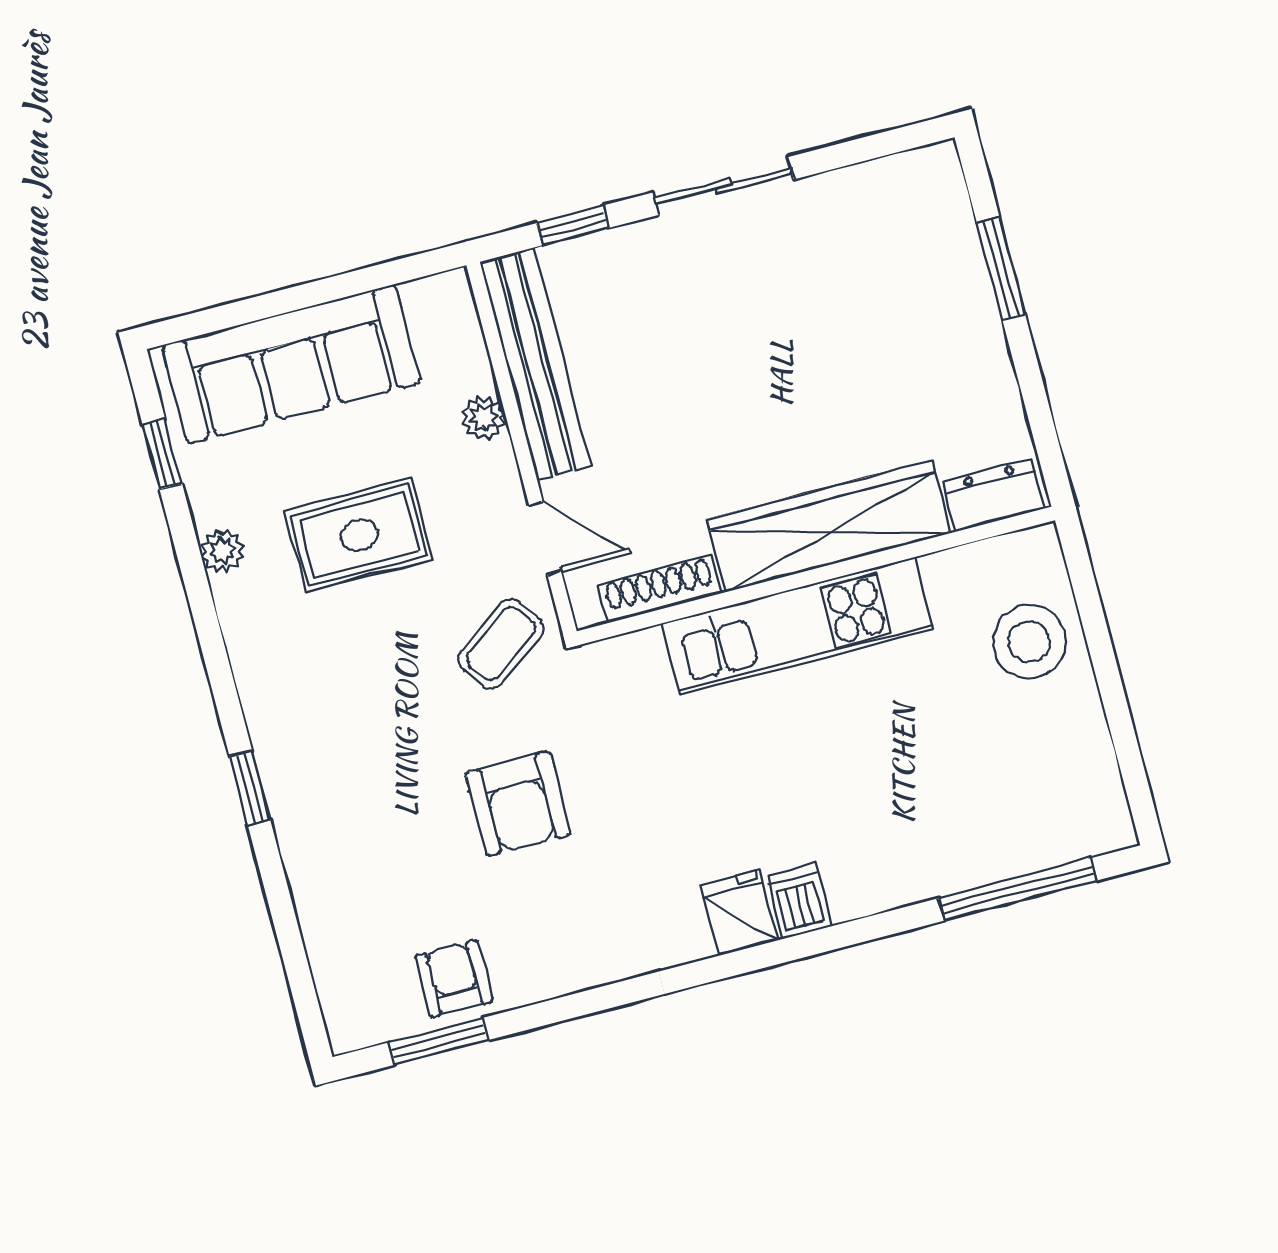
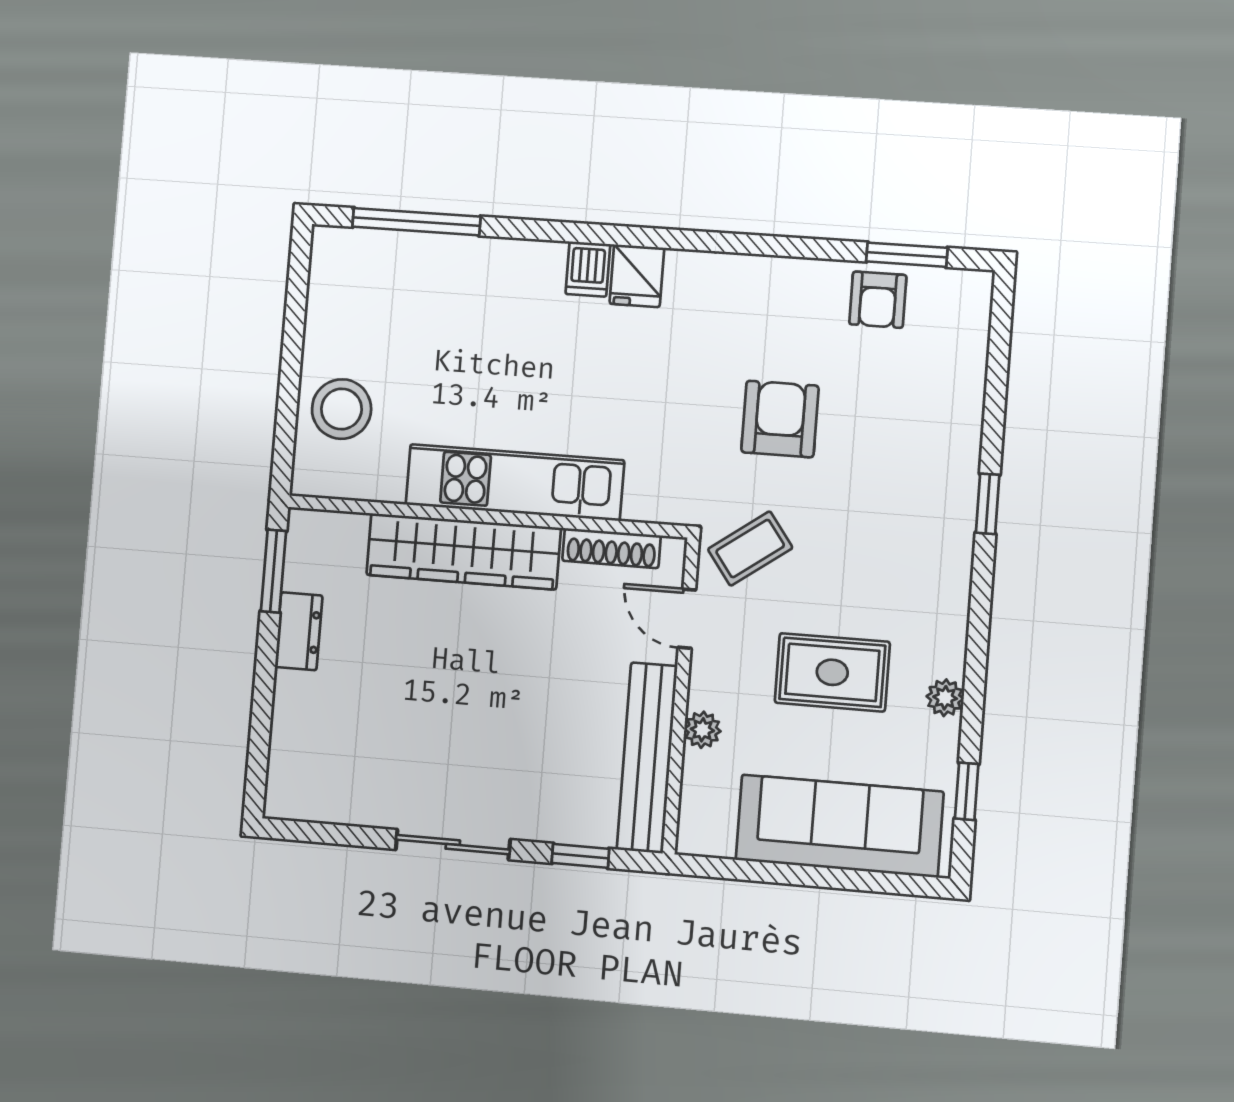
window: (1001, 269) -> (274, 571), moved
dresser: (994, 495) -> (299, 631), moved, turned -90

